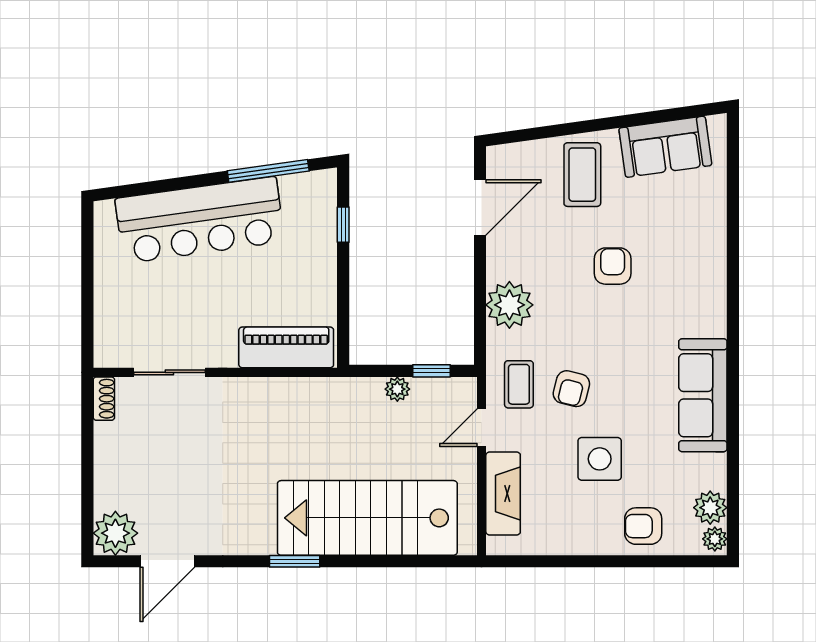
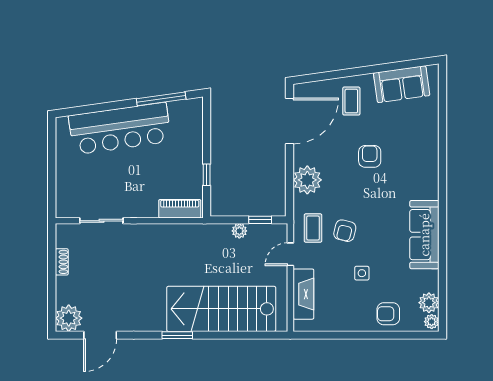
coffee table: (582, 175) -> (351, 101), width x0.73, depth x0.77
door: (480, 208) -> (289, 121), width x1.36
window: (343, 225) -> (207, 175), moved
piano: (286, 347) -> (180, 209), width x0.73, depth x0.75
shoe rack: (104, 399) -> (62, 262), moved
side table: (600, 459) -> (362, 273), width x0.54, depth x0.54

